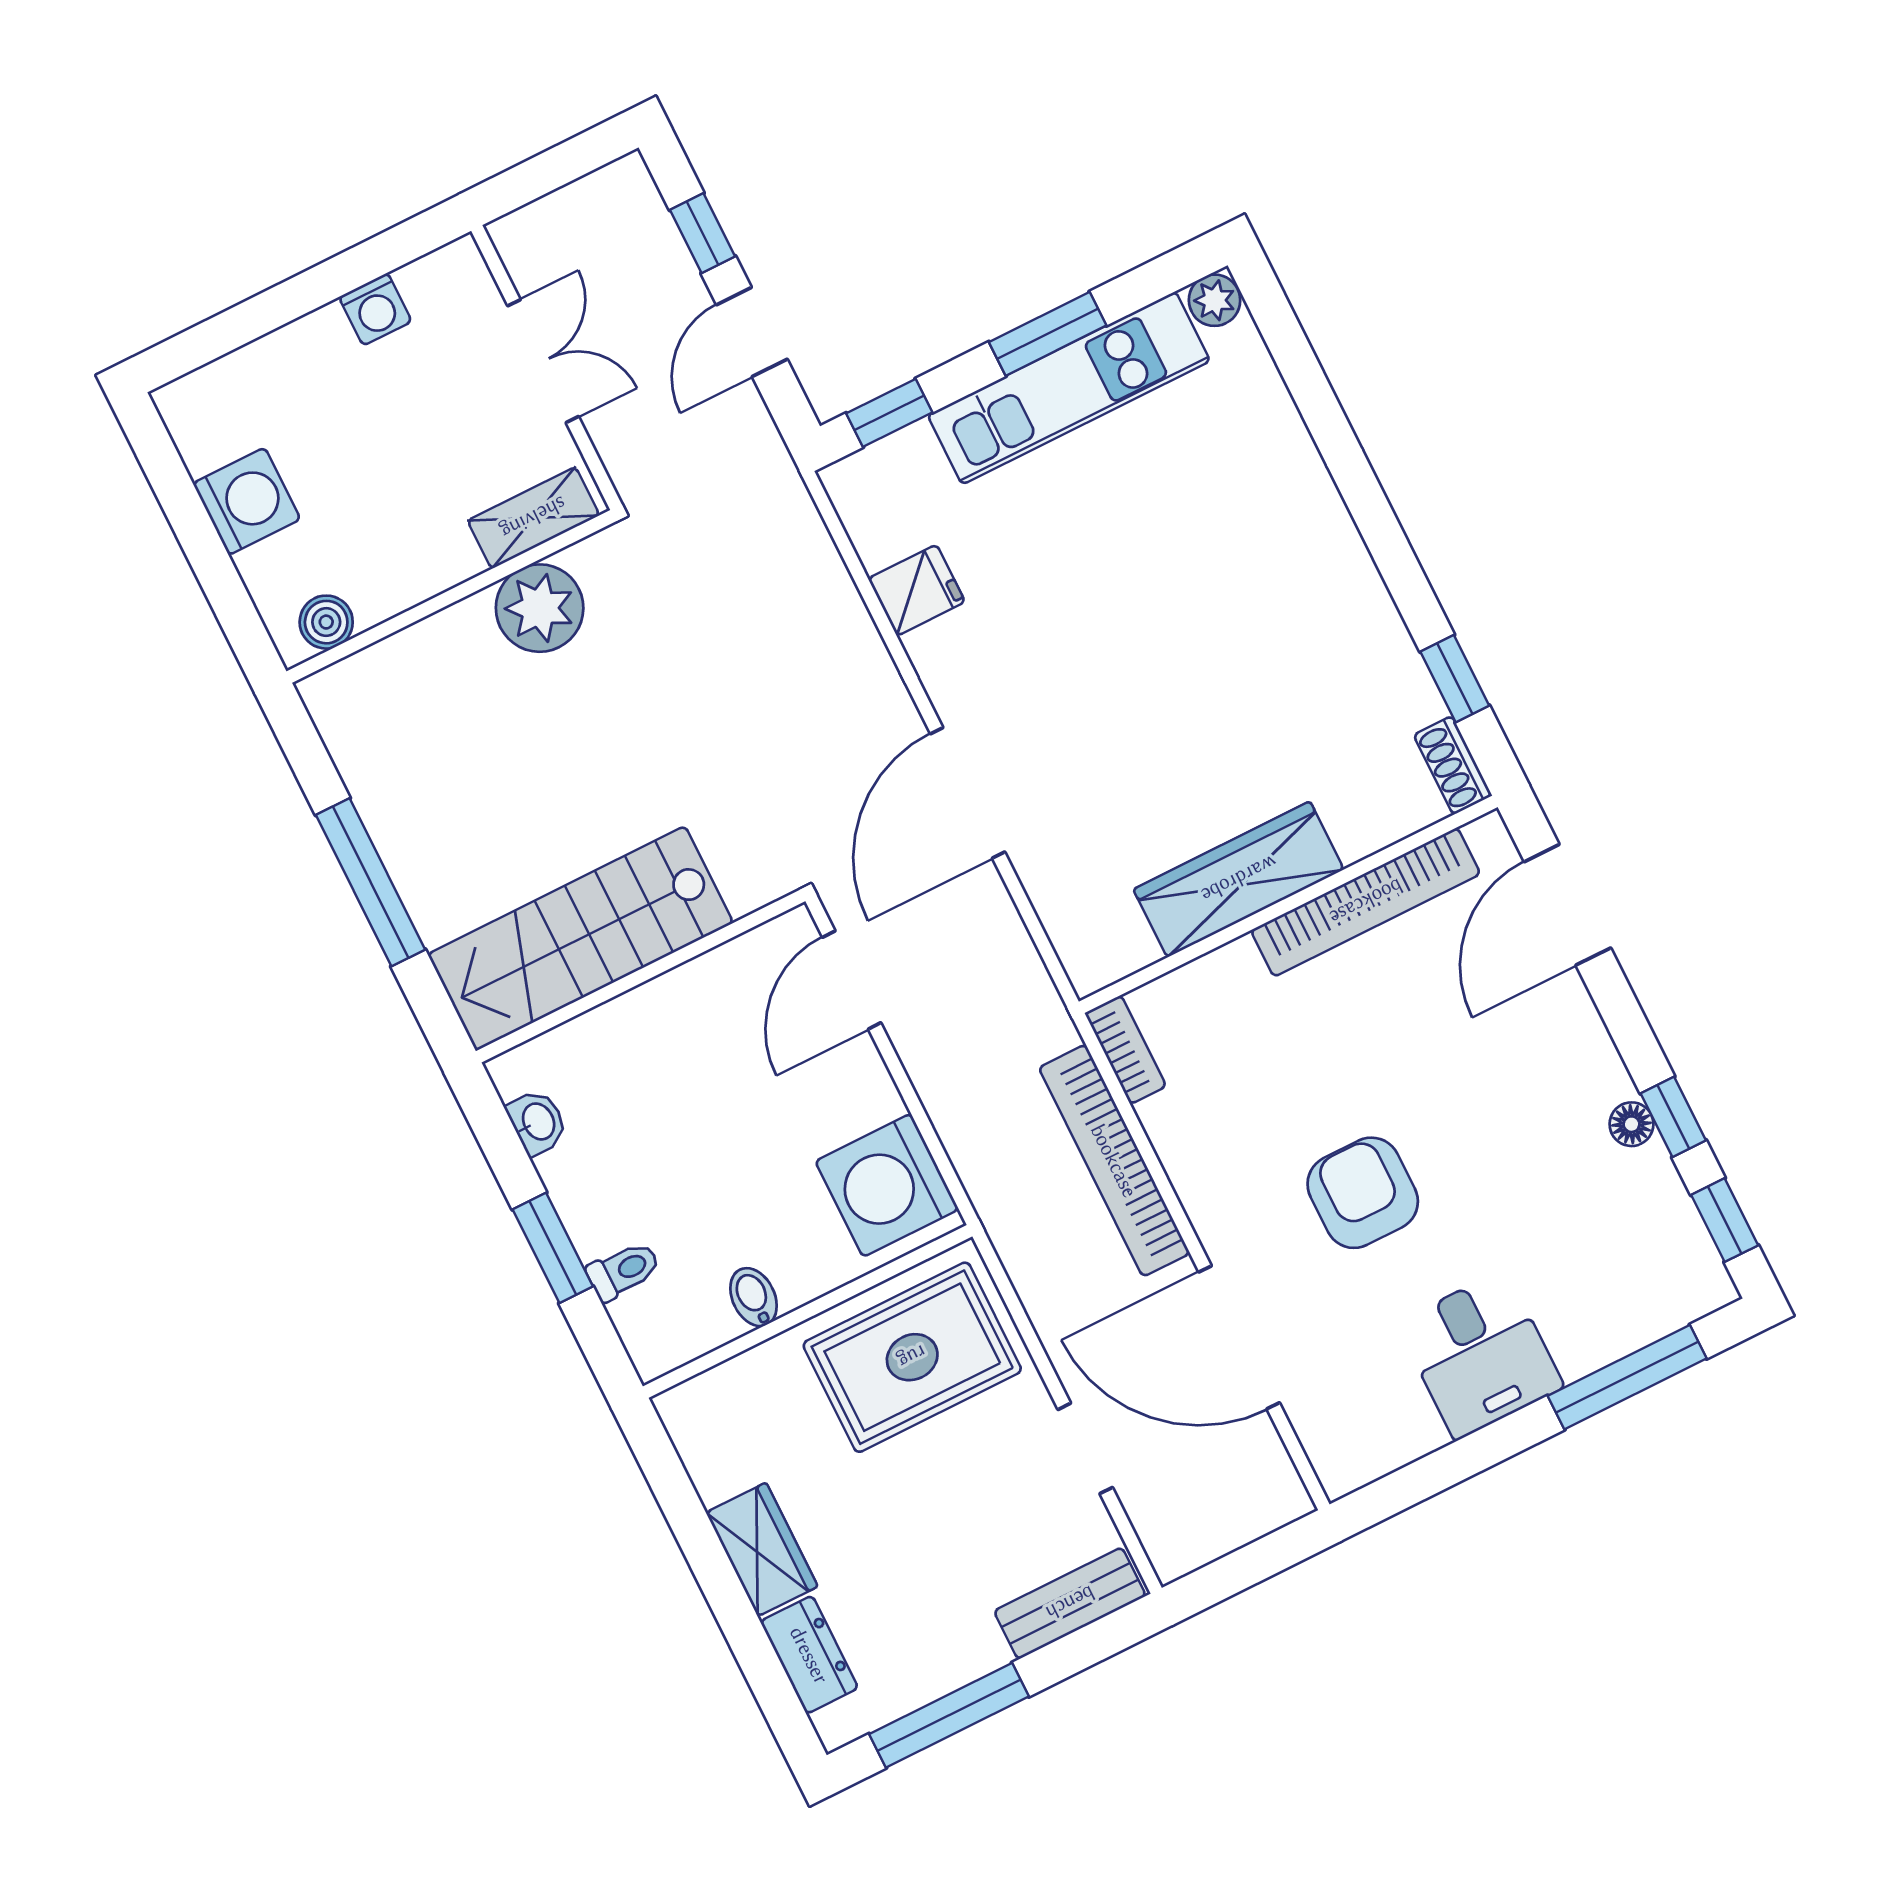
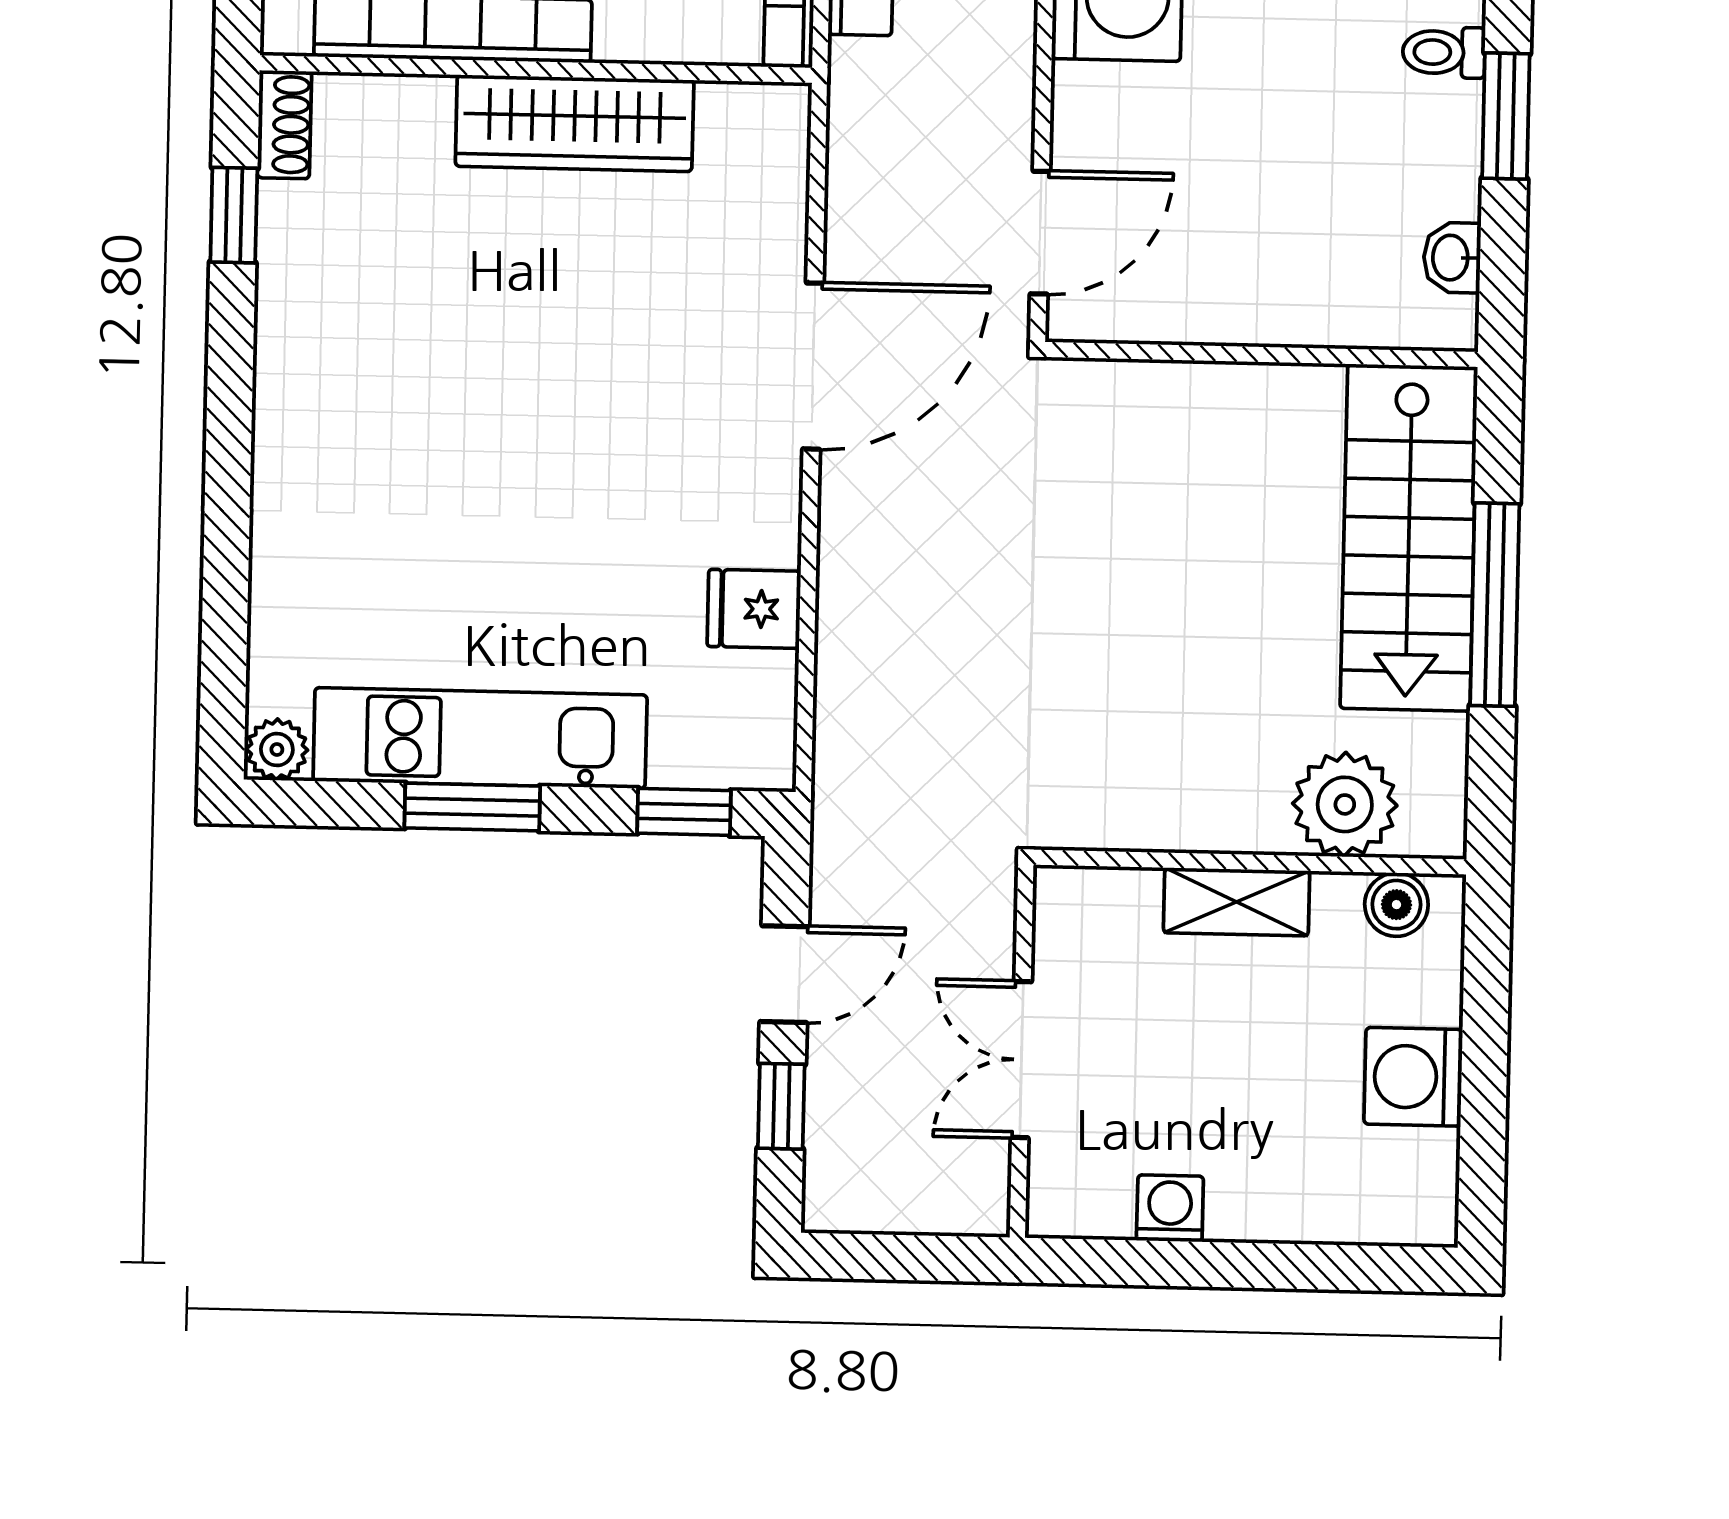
shelving: (533, 518) -> (1237, 902), moved
plant: (540, 608) -> (1345, 804), moved
stairs: (580, 938) -> (1409, 538), moved, turned 90

